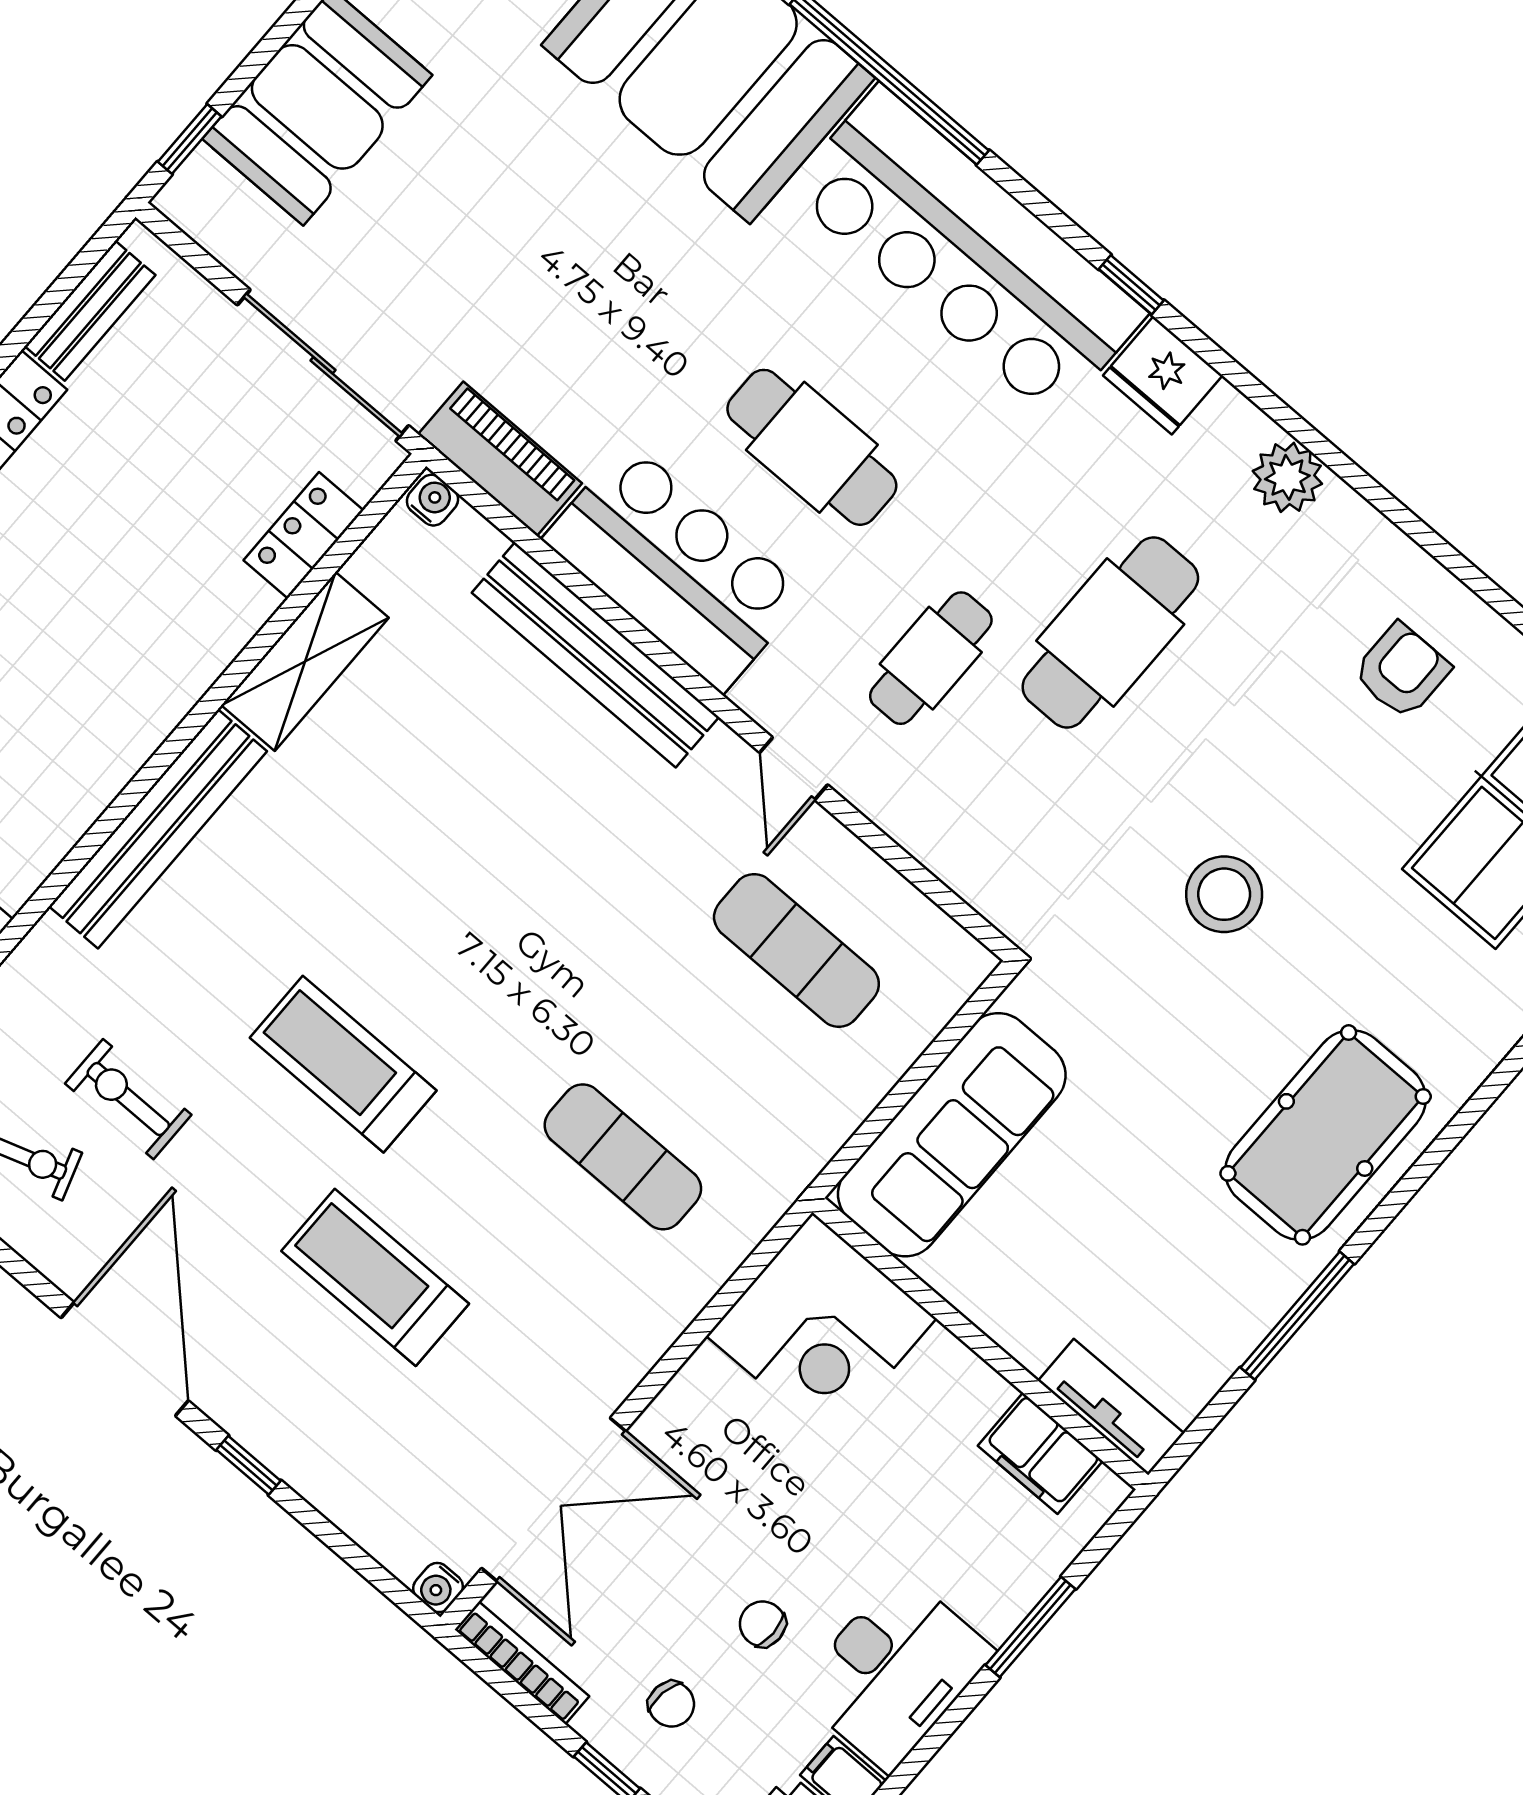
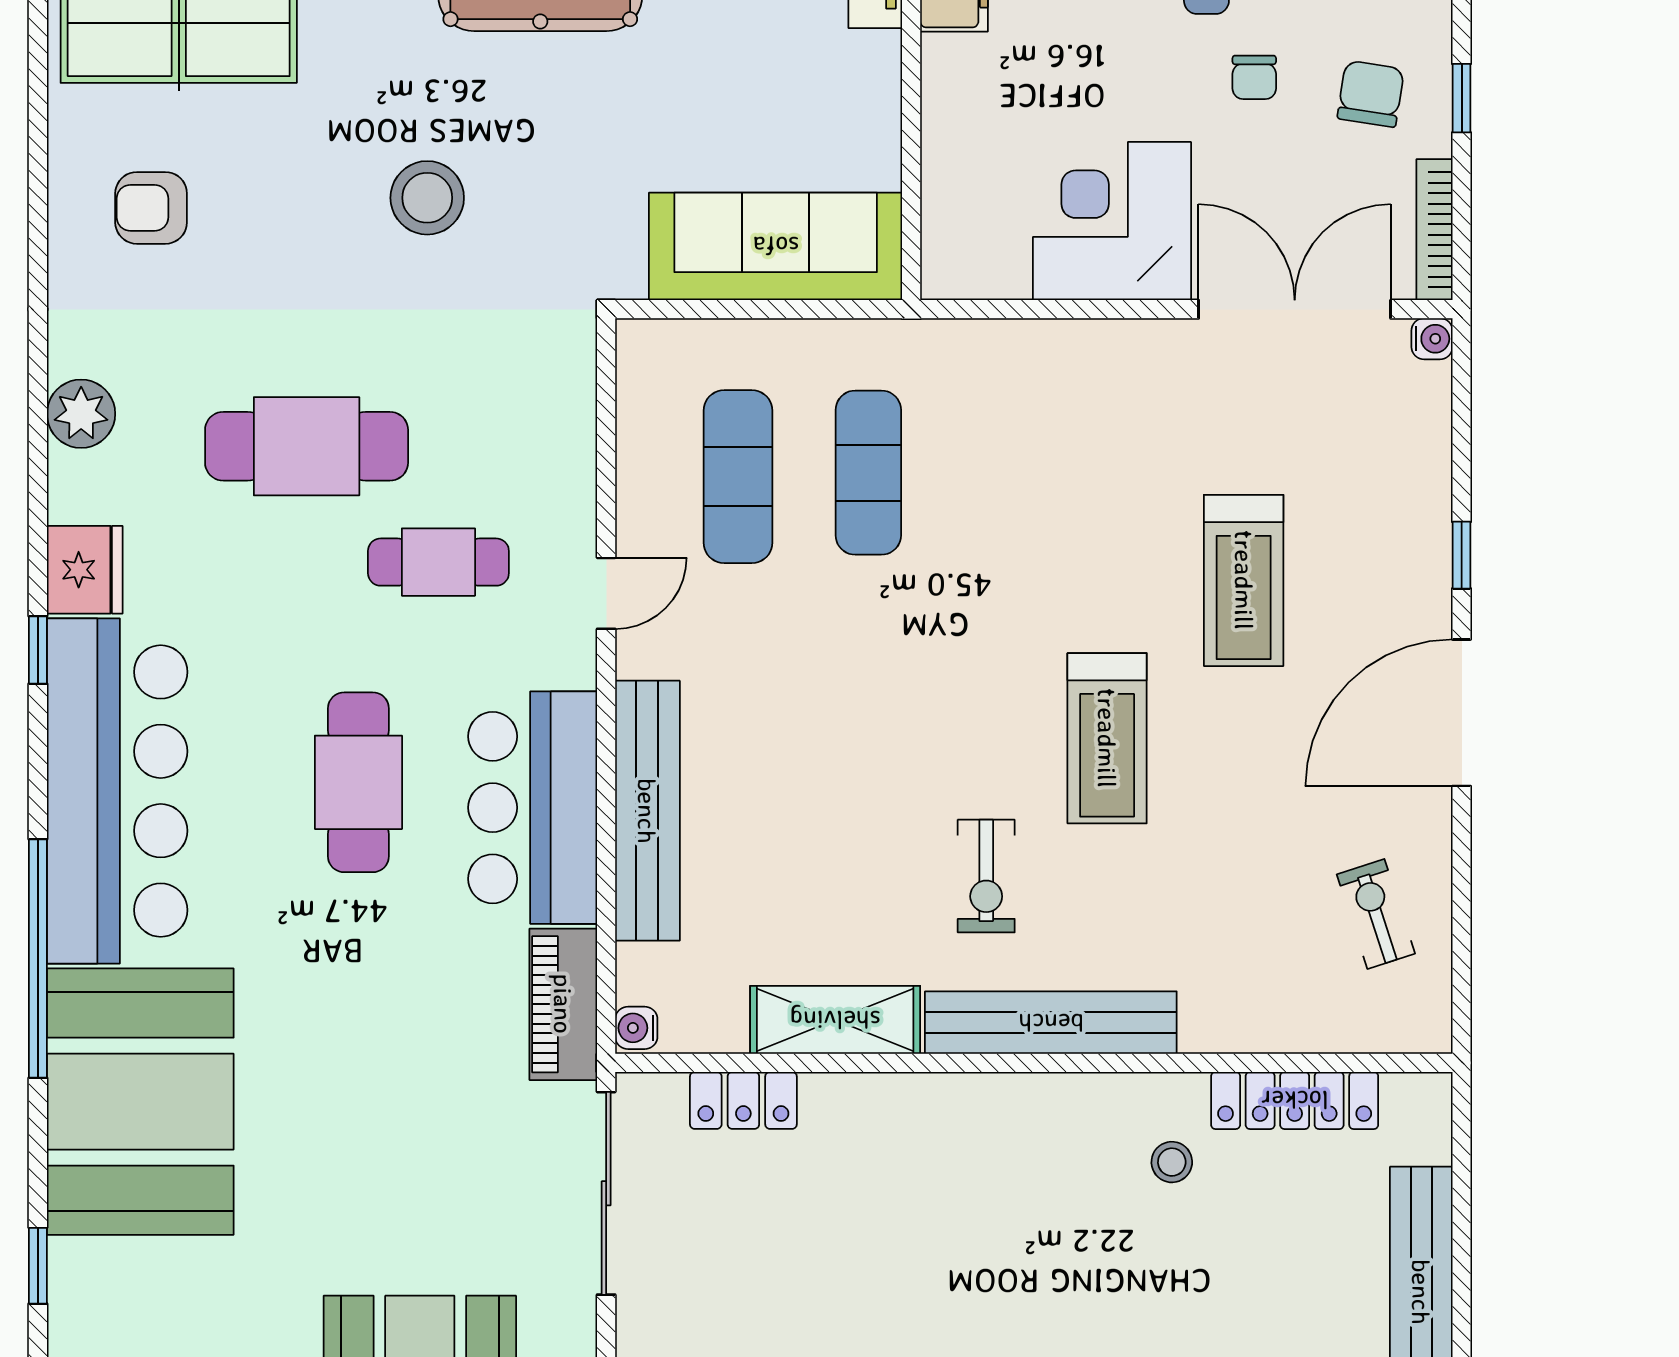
exercise bike: (128, 1099) -> (986, 876), moved
exercise mat: (623, 1157) -> (868, 473), moved
corner desk: (821, 1327) -> (1112, 221), moved, turned -90
chair: (671, 1704) -> (1371, 94), width x1.37, depth x1.37

